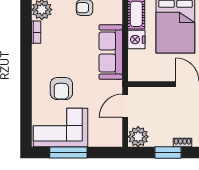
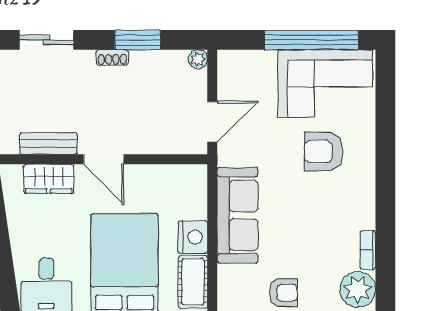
armchair: (61, 89) -> (324, 152), turned -90
plant: (138, 137) -> (198, 59), width x0.53, depth x0.53
window: (68, 153) -> (311, 40), width x1.46

